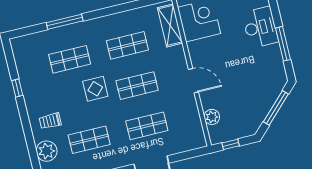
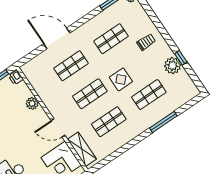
door: (193, 81) -> (58, 128), moved
plant: (212, 117) -> (32, 103), moved
printer: (215, 136) -> (16, 77), added
plant: (47, 151) -> (173, 66), moved

